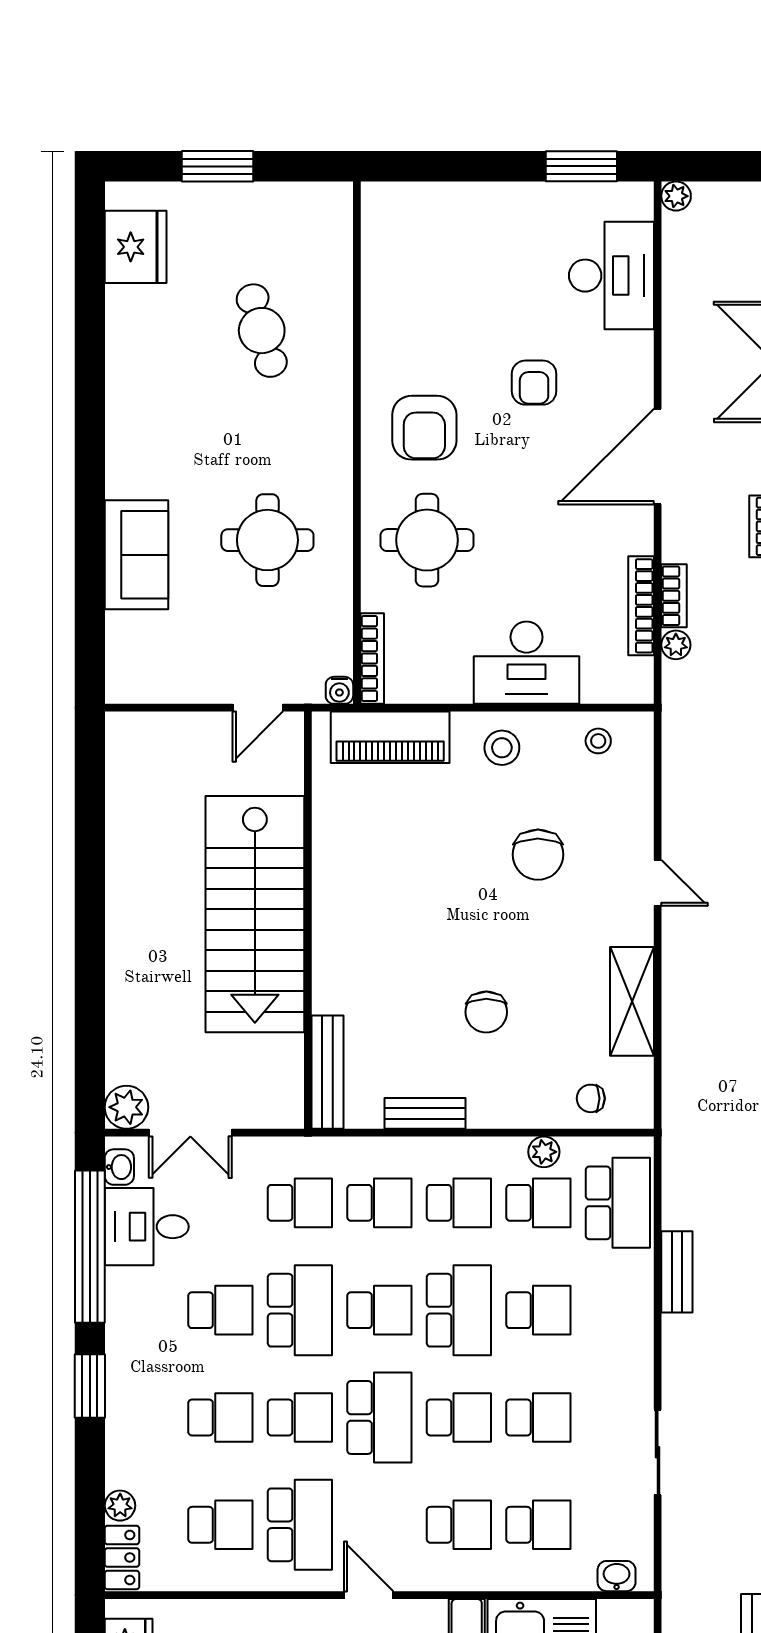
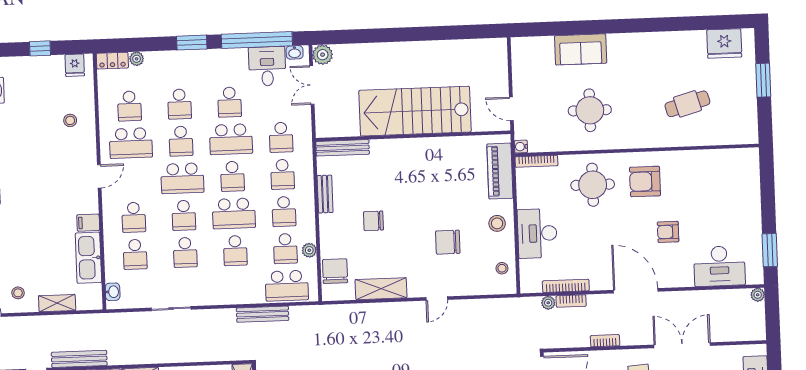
chair: (591, 1098) -> (335, 271), width x1.87, depth x1.87
bench: (677, 1272) -> (263, 314), width x1.36

